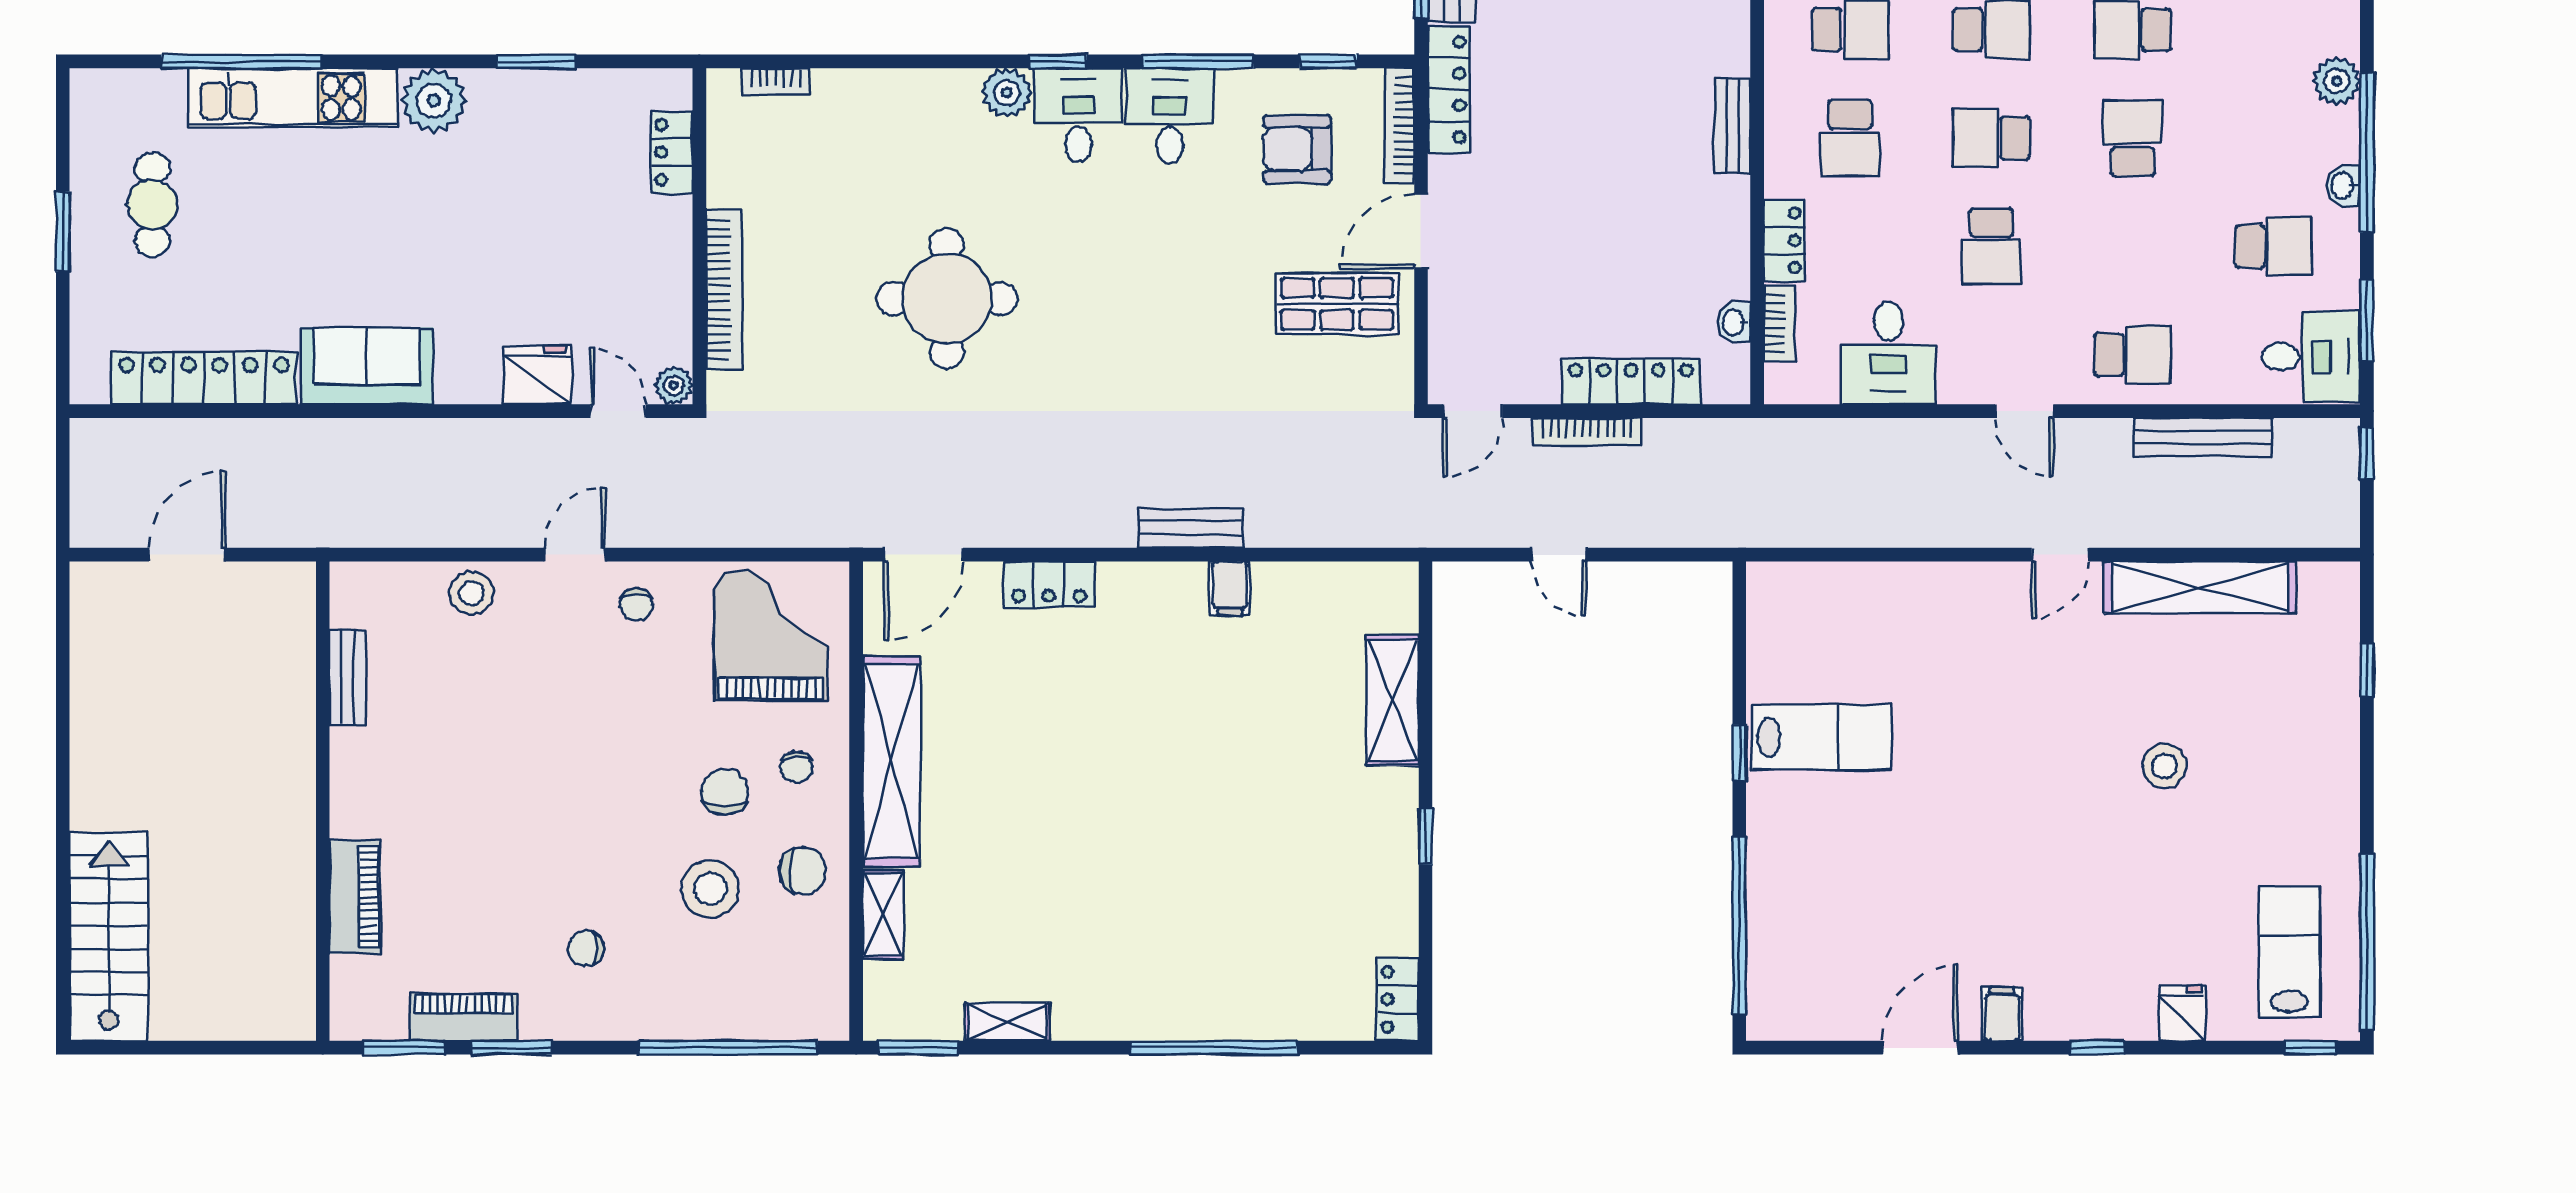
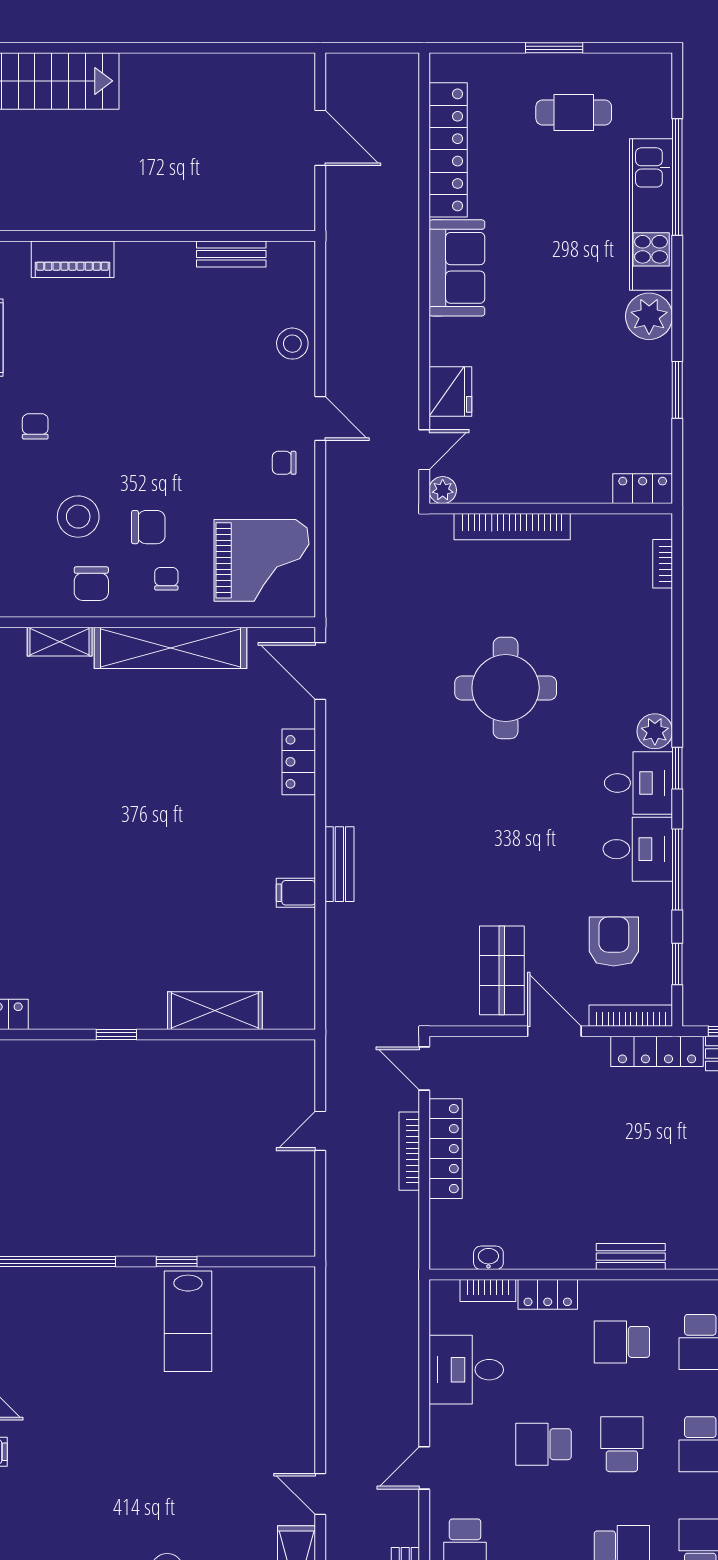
locker: (672, 152) -> (643, 489), moved
locker: (1631, 382) -> (446, 1149), moved
chair: (796, 767) -> (166, 579), turned 90

